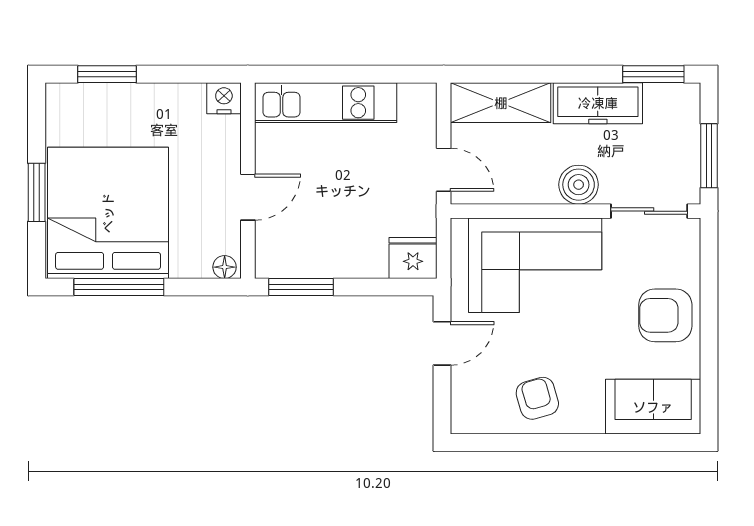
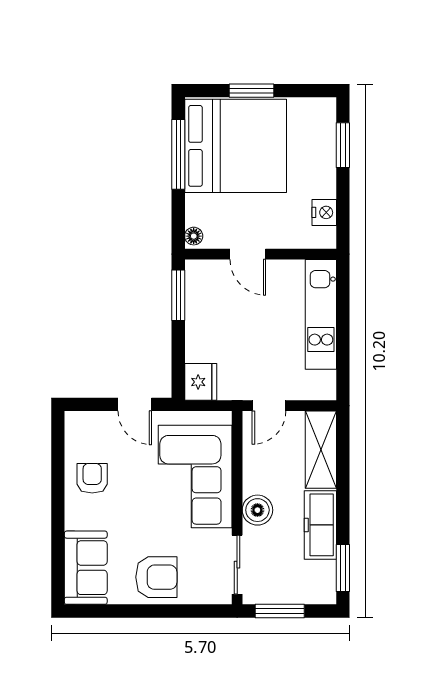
nightstand: (224, 98) -> (324, 212), moved
armchair: (665, 315) -> (156, 577), turned 90
armchair: (537, 398) -> (92, 478), turned -74

